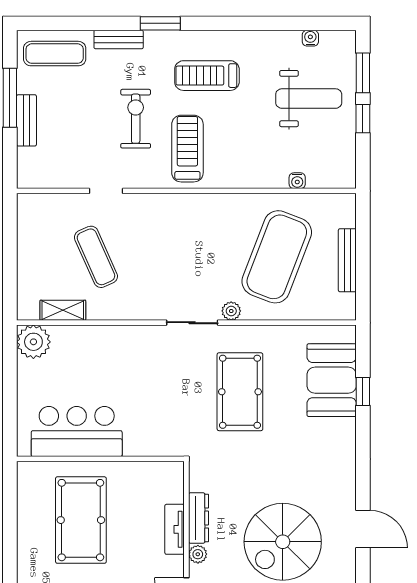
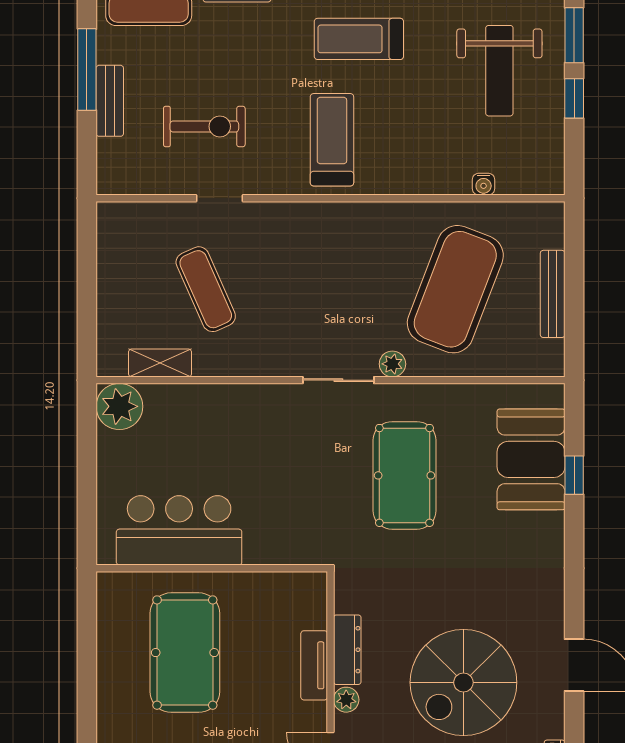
weight bench: (309, 99) -> (499, 71), turned 90
exercise bike: (136, 119) -> (204, 126), moved, turned 90

